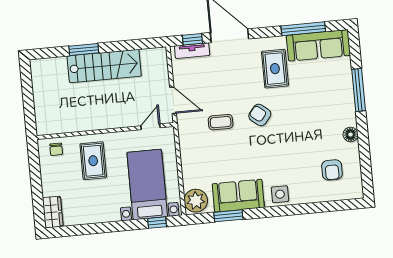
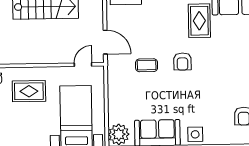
armchair: (260, 115) -> (182, 62), turned -129
rug: (93, 161) -> (29, 91), turned 90

